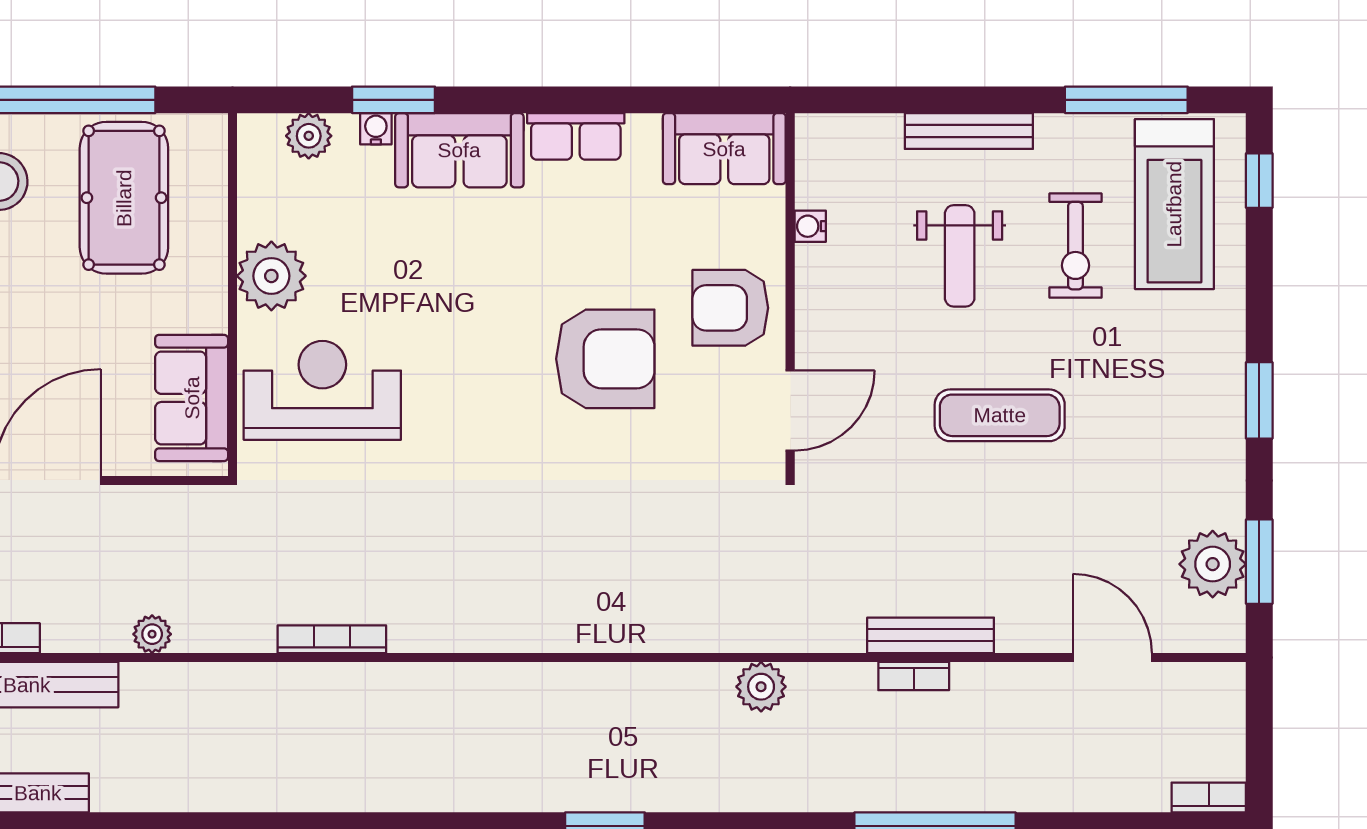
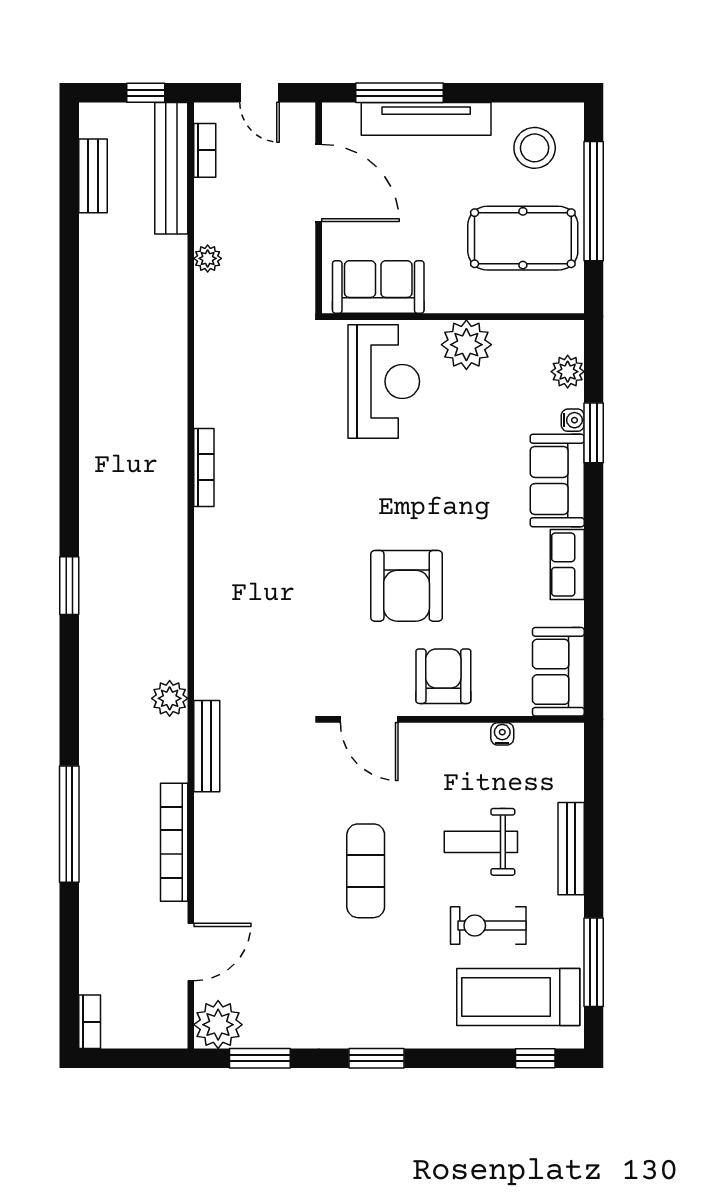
plant: (1213, 564) -> (218, 1025), moved
bench: (931, 635) -> (207, 746), moved
bookcase: (332, 639) -> (204, 467), moved
bookcase: (914, 676) -> (174, 842), width x2.31, depth x1.31

